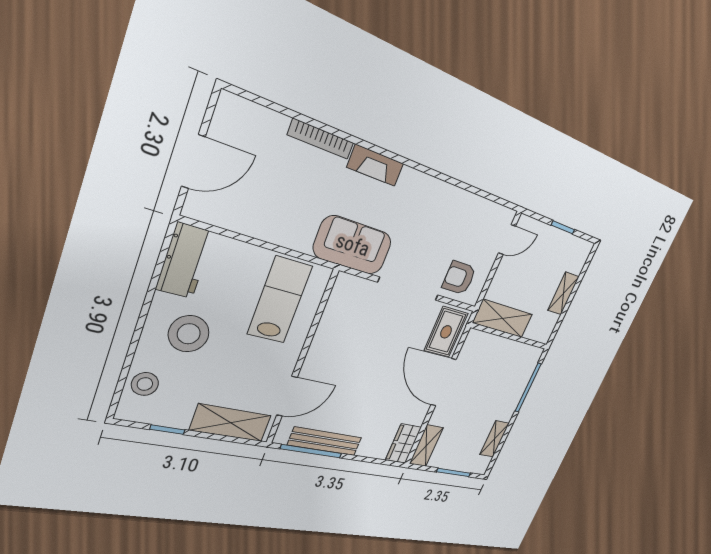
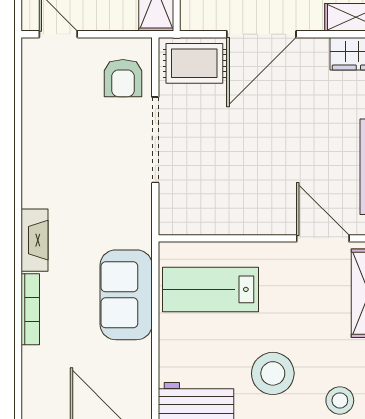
sofa: (353, 245) -> (126, 295), moved

